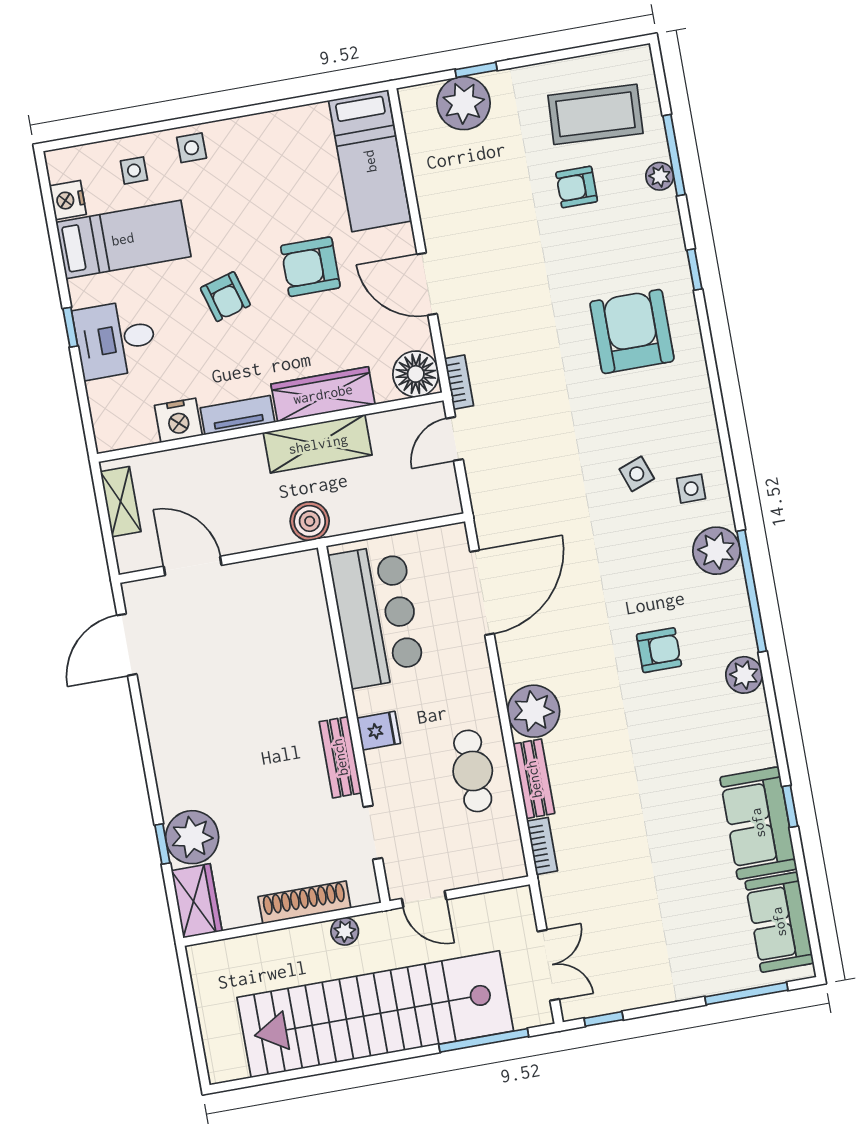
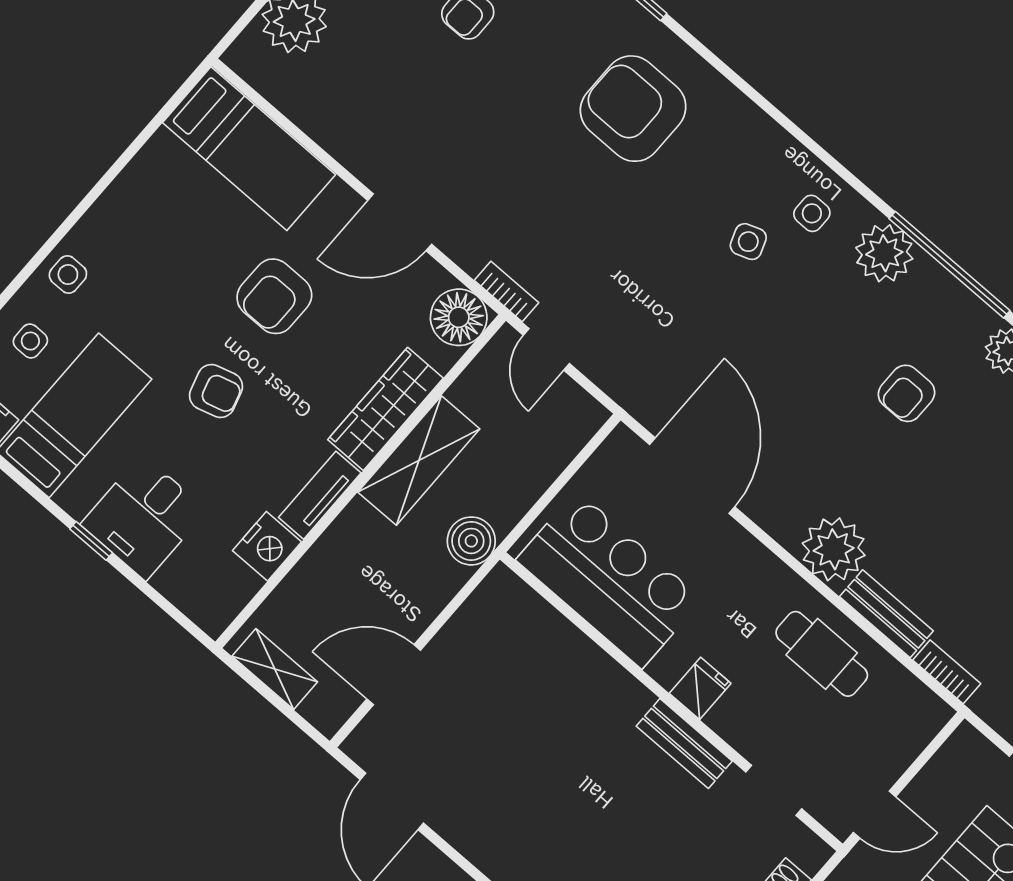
armchair: (659, 650) -> (907, 393), turned 180

